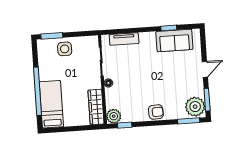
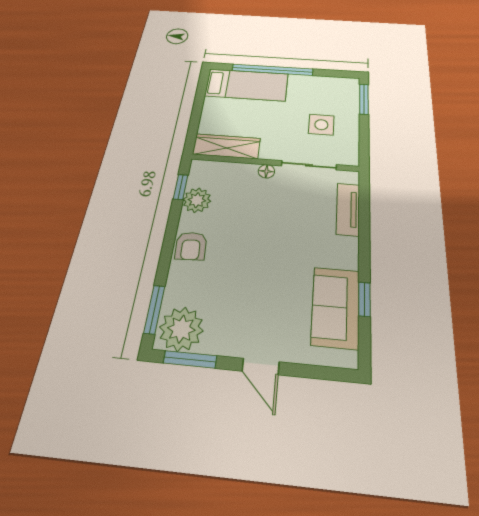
side table: (65, 49) -> (321, 125), moved
plant: (114, 116) -> (197, 200), moved

